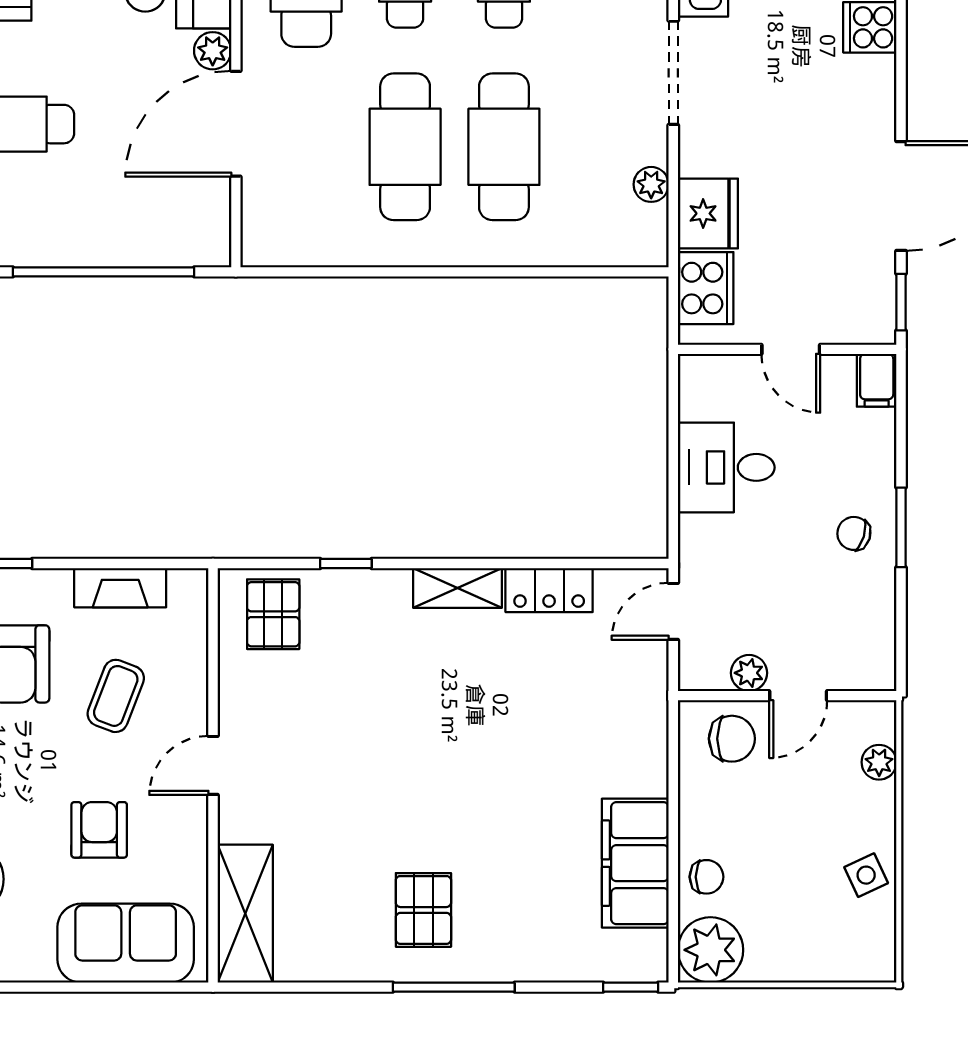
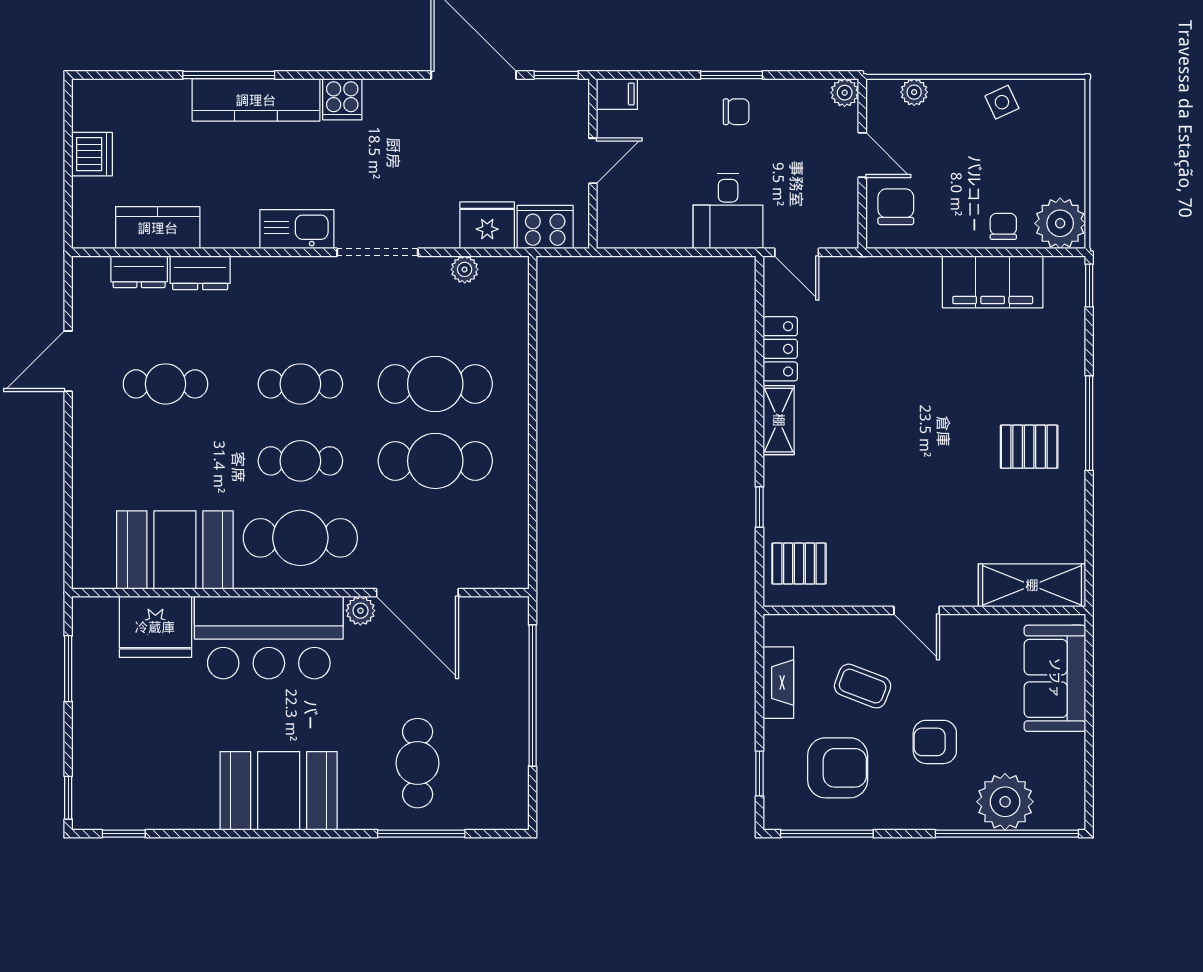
desk: (726, 467) -> (728, 211), moved
chair: (854, 533) -> (736, 112), turned -107
plant: (749, 673) -> (845, 93), moved
armchair: (99, 830) -> (935, 742), moved

